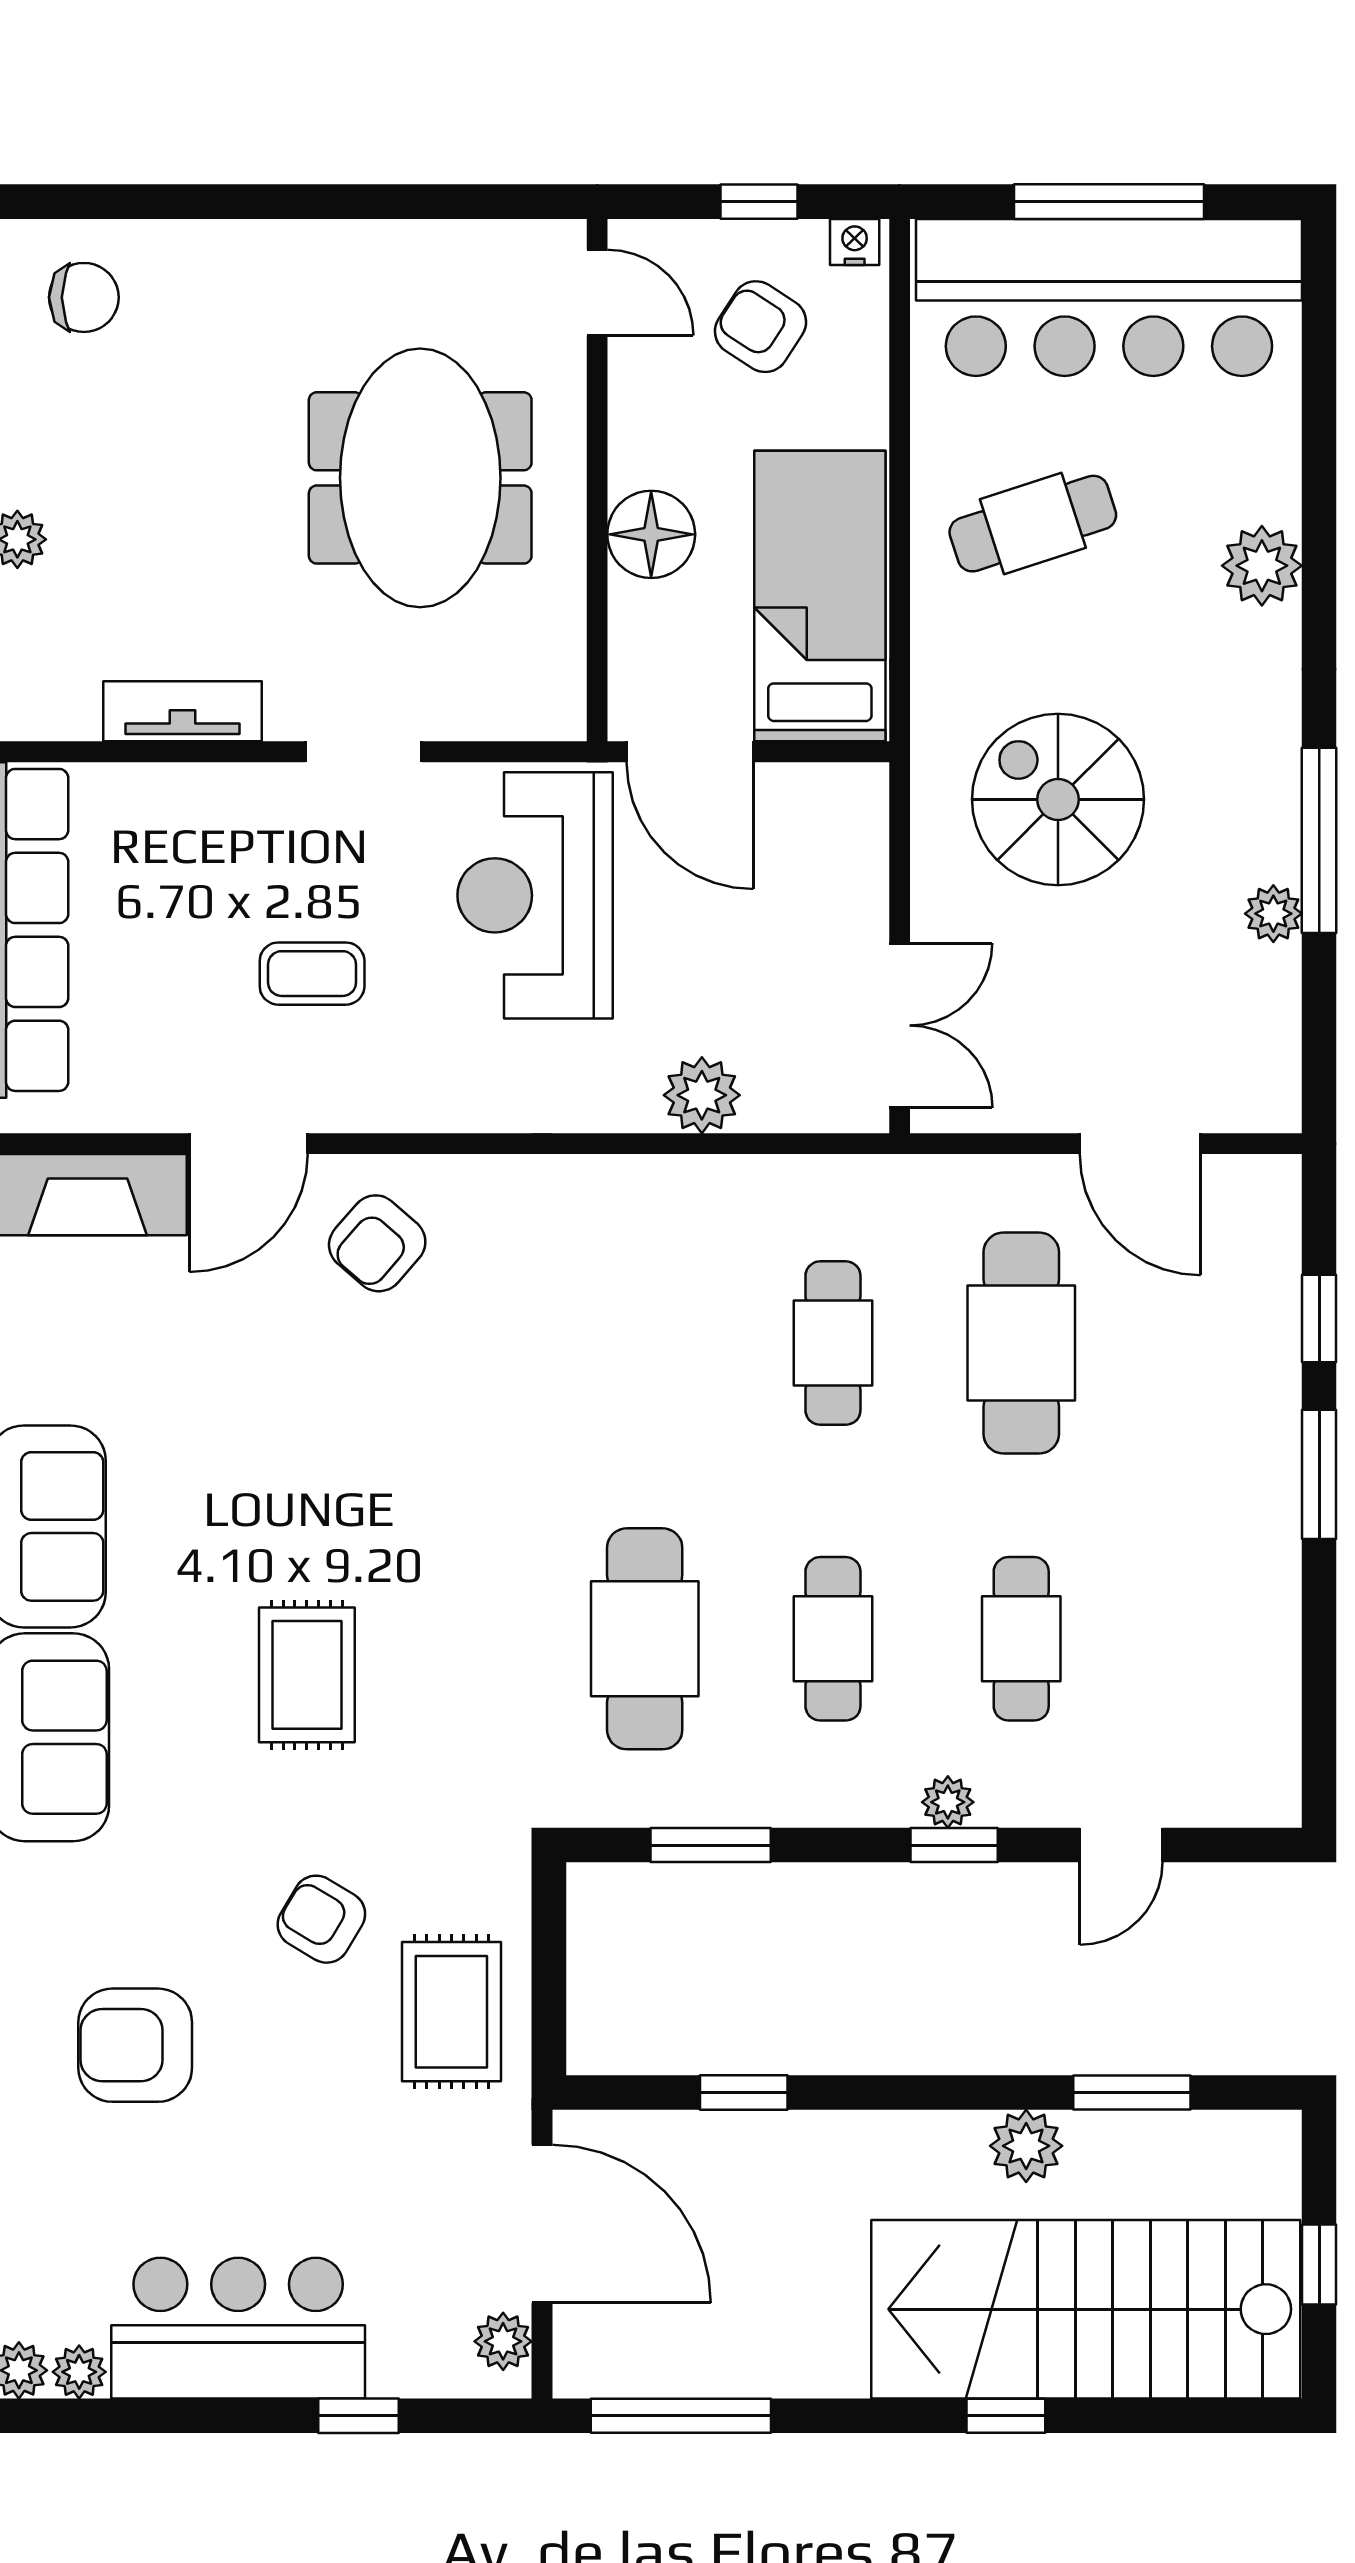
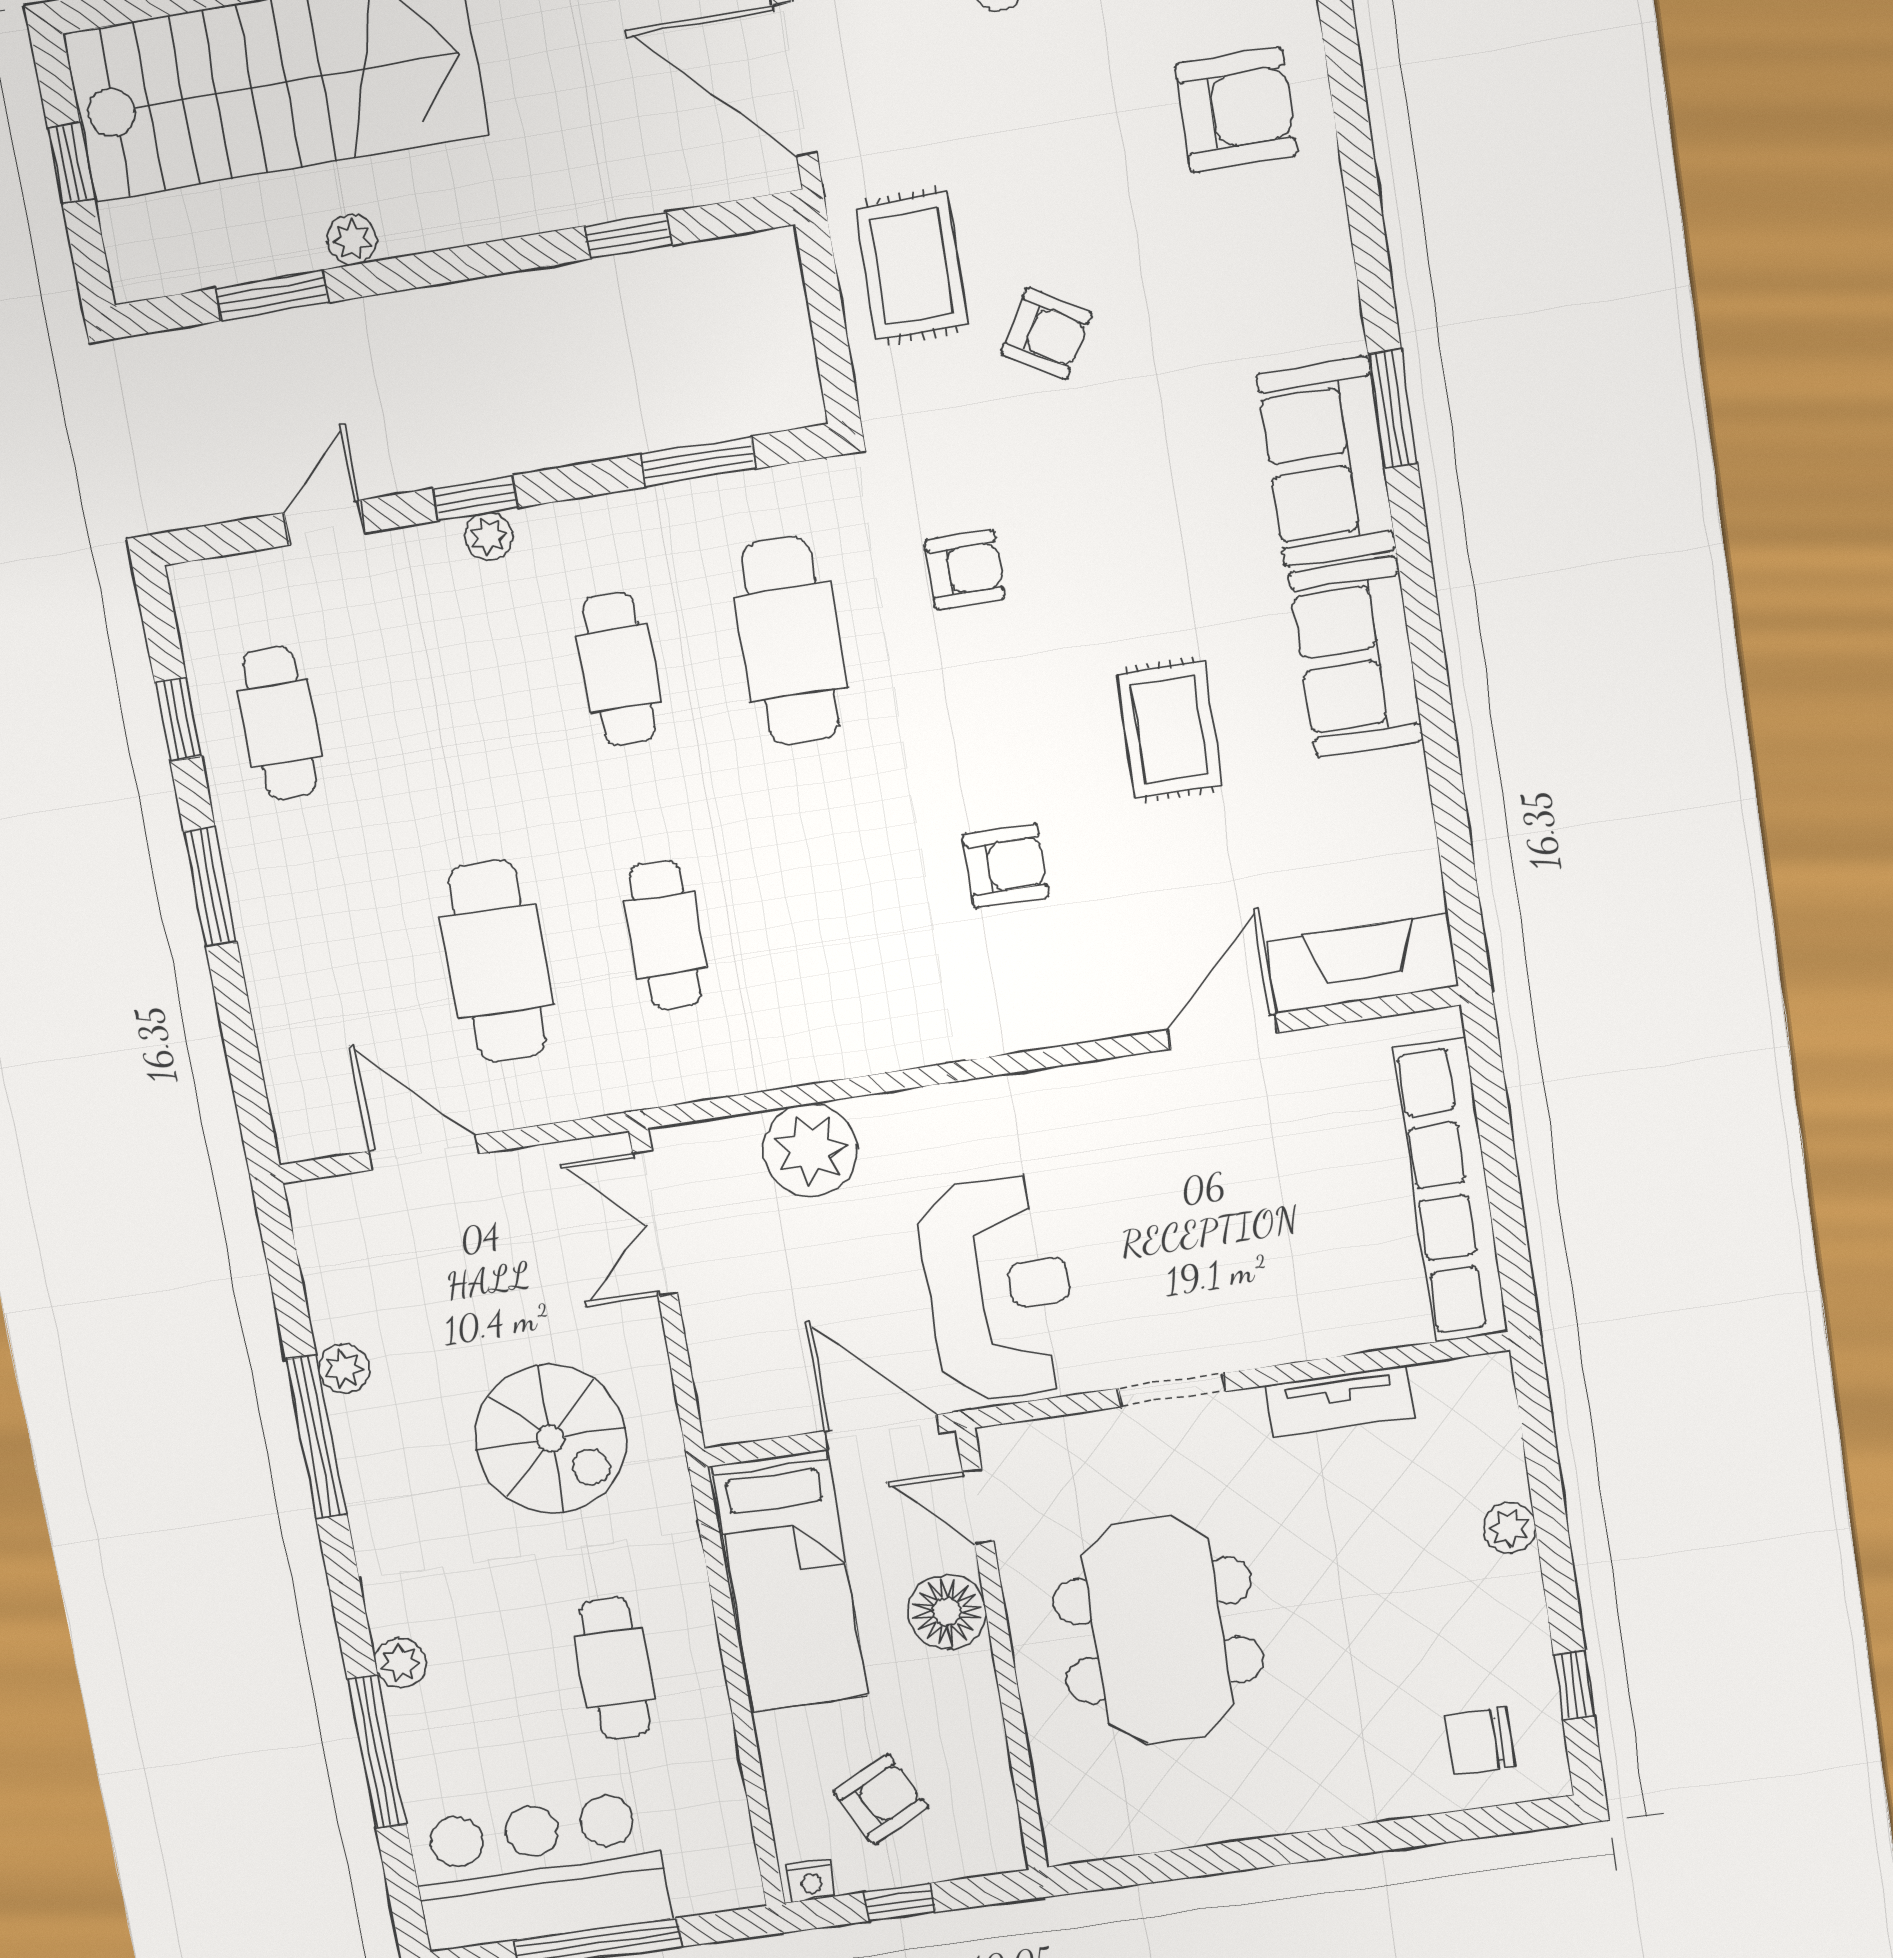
door: (597, 293) -> (978, 1506), moved
bar counter: (1109, 297) -> (539, 1871), width x0.73
armchair: (761, 327) -> (881, 1799), turned -60
window: (1319, 465) -> (377, 1752), added
cafe table: (1033, 524) -> (615, 1668), turned -72
plant: (1262, 566) -> (401, 1663), width x0.73, depth x0.73
coffee table: (312, 974) -> (1188, 1190), removed
plant: (702, 1095) -> (810, 1150), width x1.36, depth x1.36
armchair: (377, 1243) -> (1006, 866), moved, turned 49
window: (1319, 1319) -> (178, 719), moved
cafe table: (1021, 1639) -> (280, 723), moved
rug: (307, 1675) -> (1169, 730), moved
armchair: (447, 1686) -> (964, 569), added
armchair: (135, 2045) -> (1236, 110), moved
plant: (1026, 2146) -> (352, 240), width x0.73, depth x0.73

